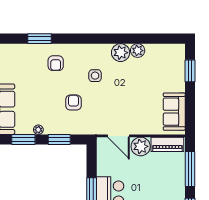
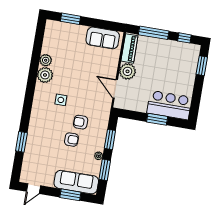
armchair: (56, 63) -> (71, 140), moved
door: (118, 136) -> (115, 89), swing flipped

